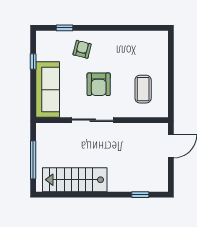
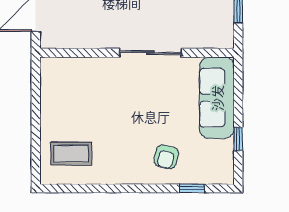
armchair: (99, 84) -> (142, 105), removed
coffee table: (143, 89) -> (71, 154), moved, turned 90

